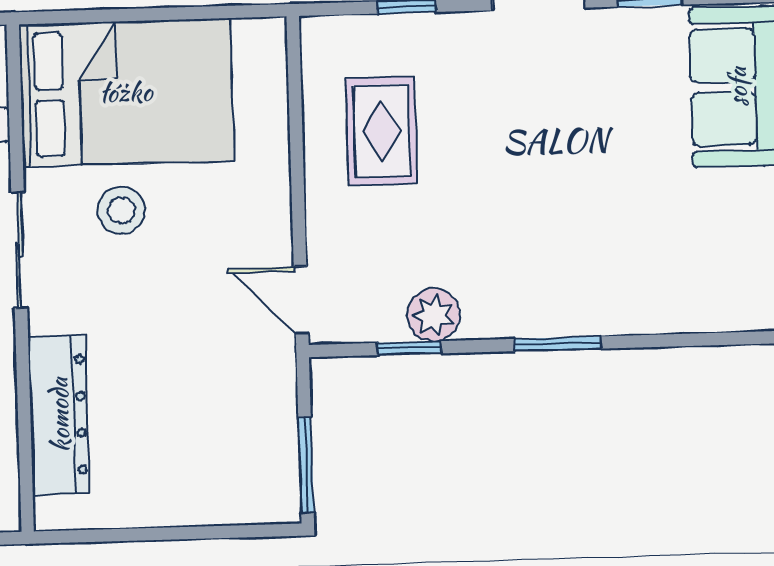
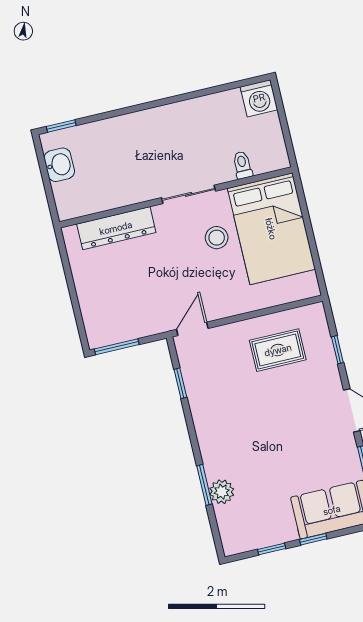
plant: (434, 315) -> (222, 492), moved
window: (558, 344) -> (204, 485), moved

